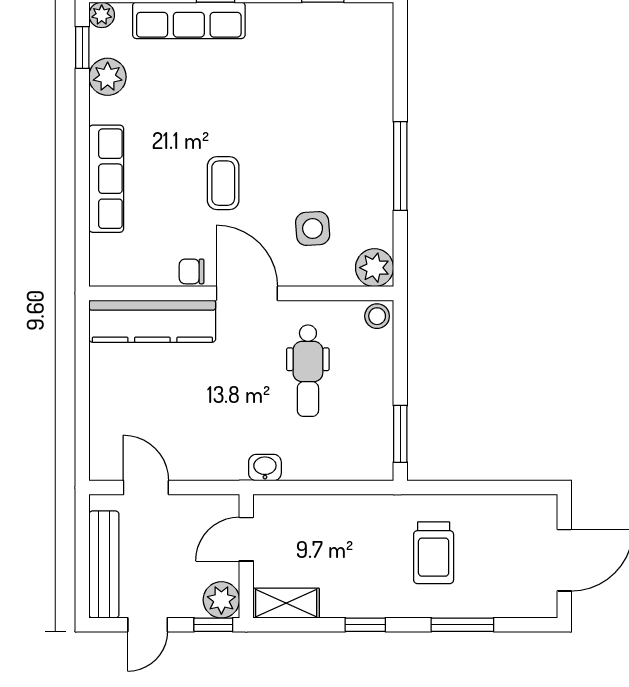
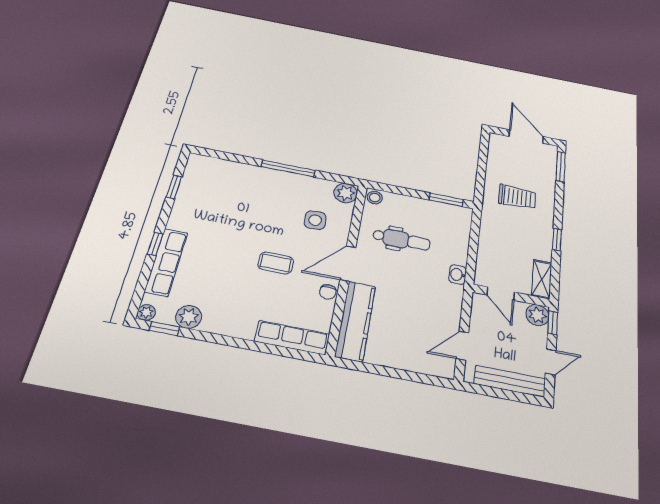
row of seats: (106, 179) -> (292, 338), moved
door: (148, 625) -> (551, 362), hinge flipped
window: (462, 625) -> (561, 167), moved

